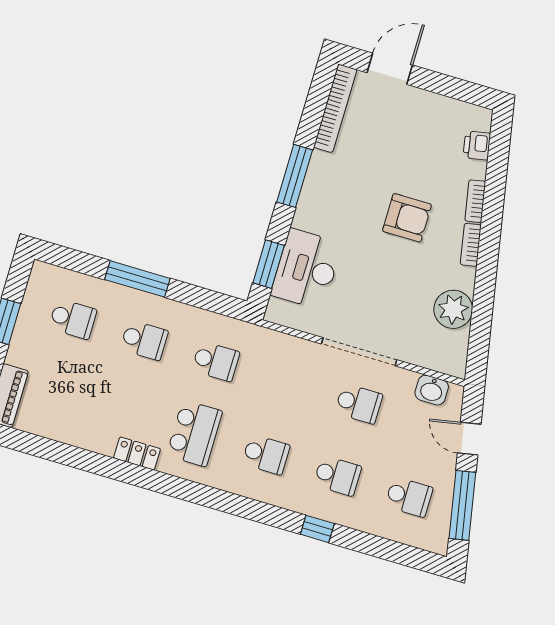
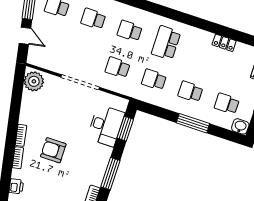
plant: (453, 309) -> (34, 81), moved
washbasin: (432, 390) -> (240, 126), moved
school desk: (359, 404) -> (118, 68), moved
locker: (137, 453) -> (224, 43), moved

